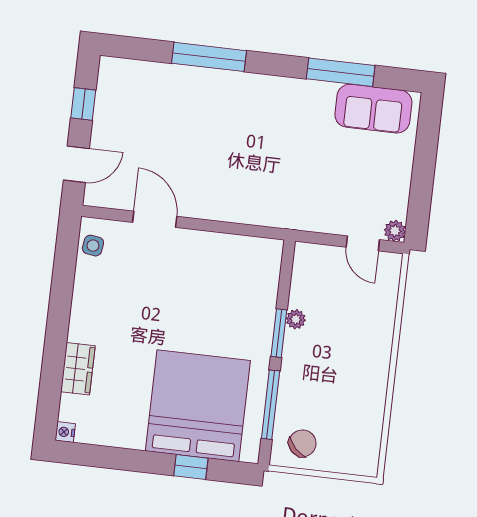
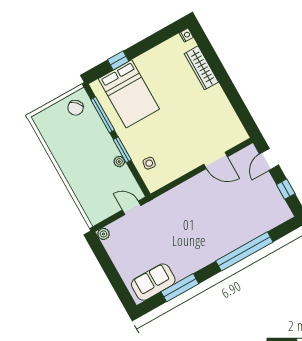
window: (209, 57) -> (244, 251), width x1.46
door: (363, 243) -> (132, 208), moved
side table: (93, 246) -> (149, 163), moved
wardrobe: (78, 369) -> (201, 68), width x1.50
bed: (198, 406) -> (129, 94), width x0.73

